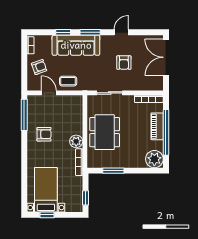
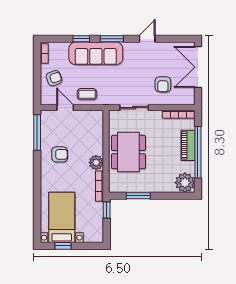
armchair: (124, 63) -> (163, 84), moved
window: (85, 198) -> (107, 210), moved

